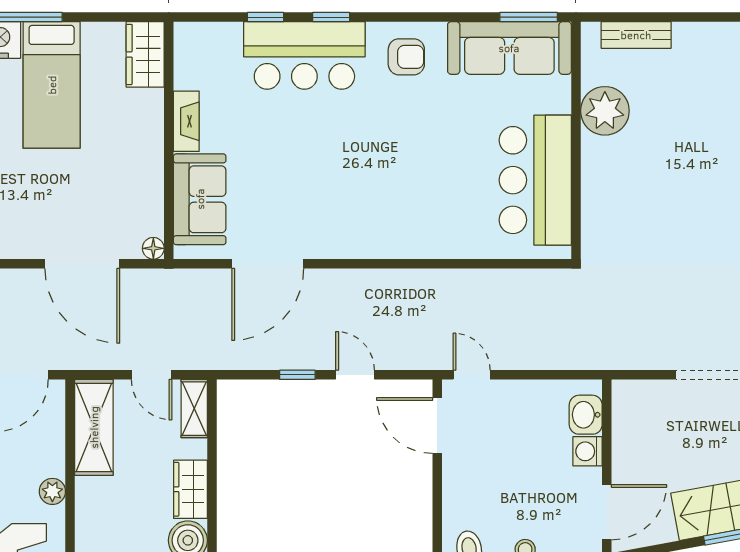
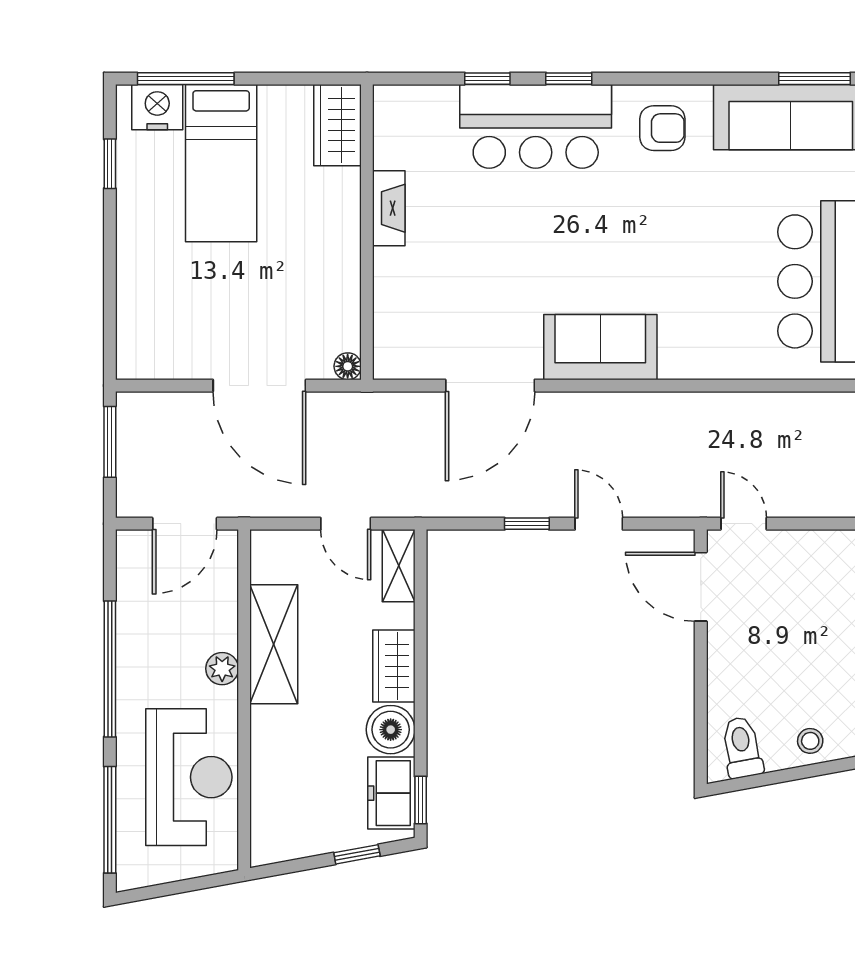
sofa: (200, 199) -> (600, 347), moved, turned -90
shelving: (94, 427) -> (274, 644), moved

